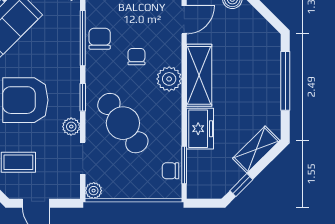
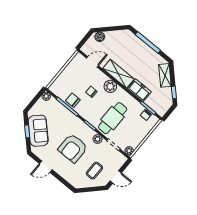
door: (184, 20) -> (92, 62), hinge flipped
cafe table: (123, 123) -> (113, 118), turned -54

